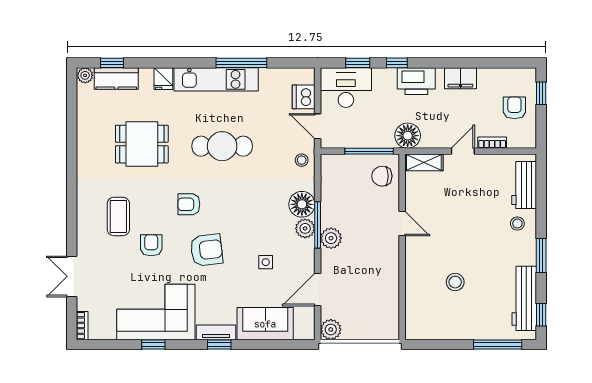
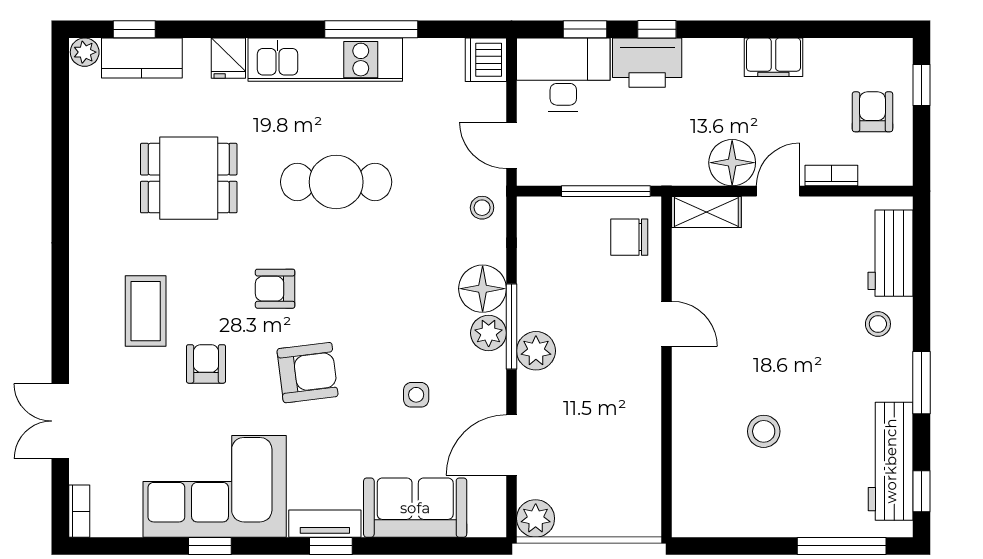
printer: (416, 81) -> (647, 63), moved
dishwasher: (304, 97) -> (486, 60), moved
floor lamp: (408, 136) -> (732, 163), moved

